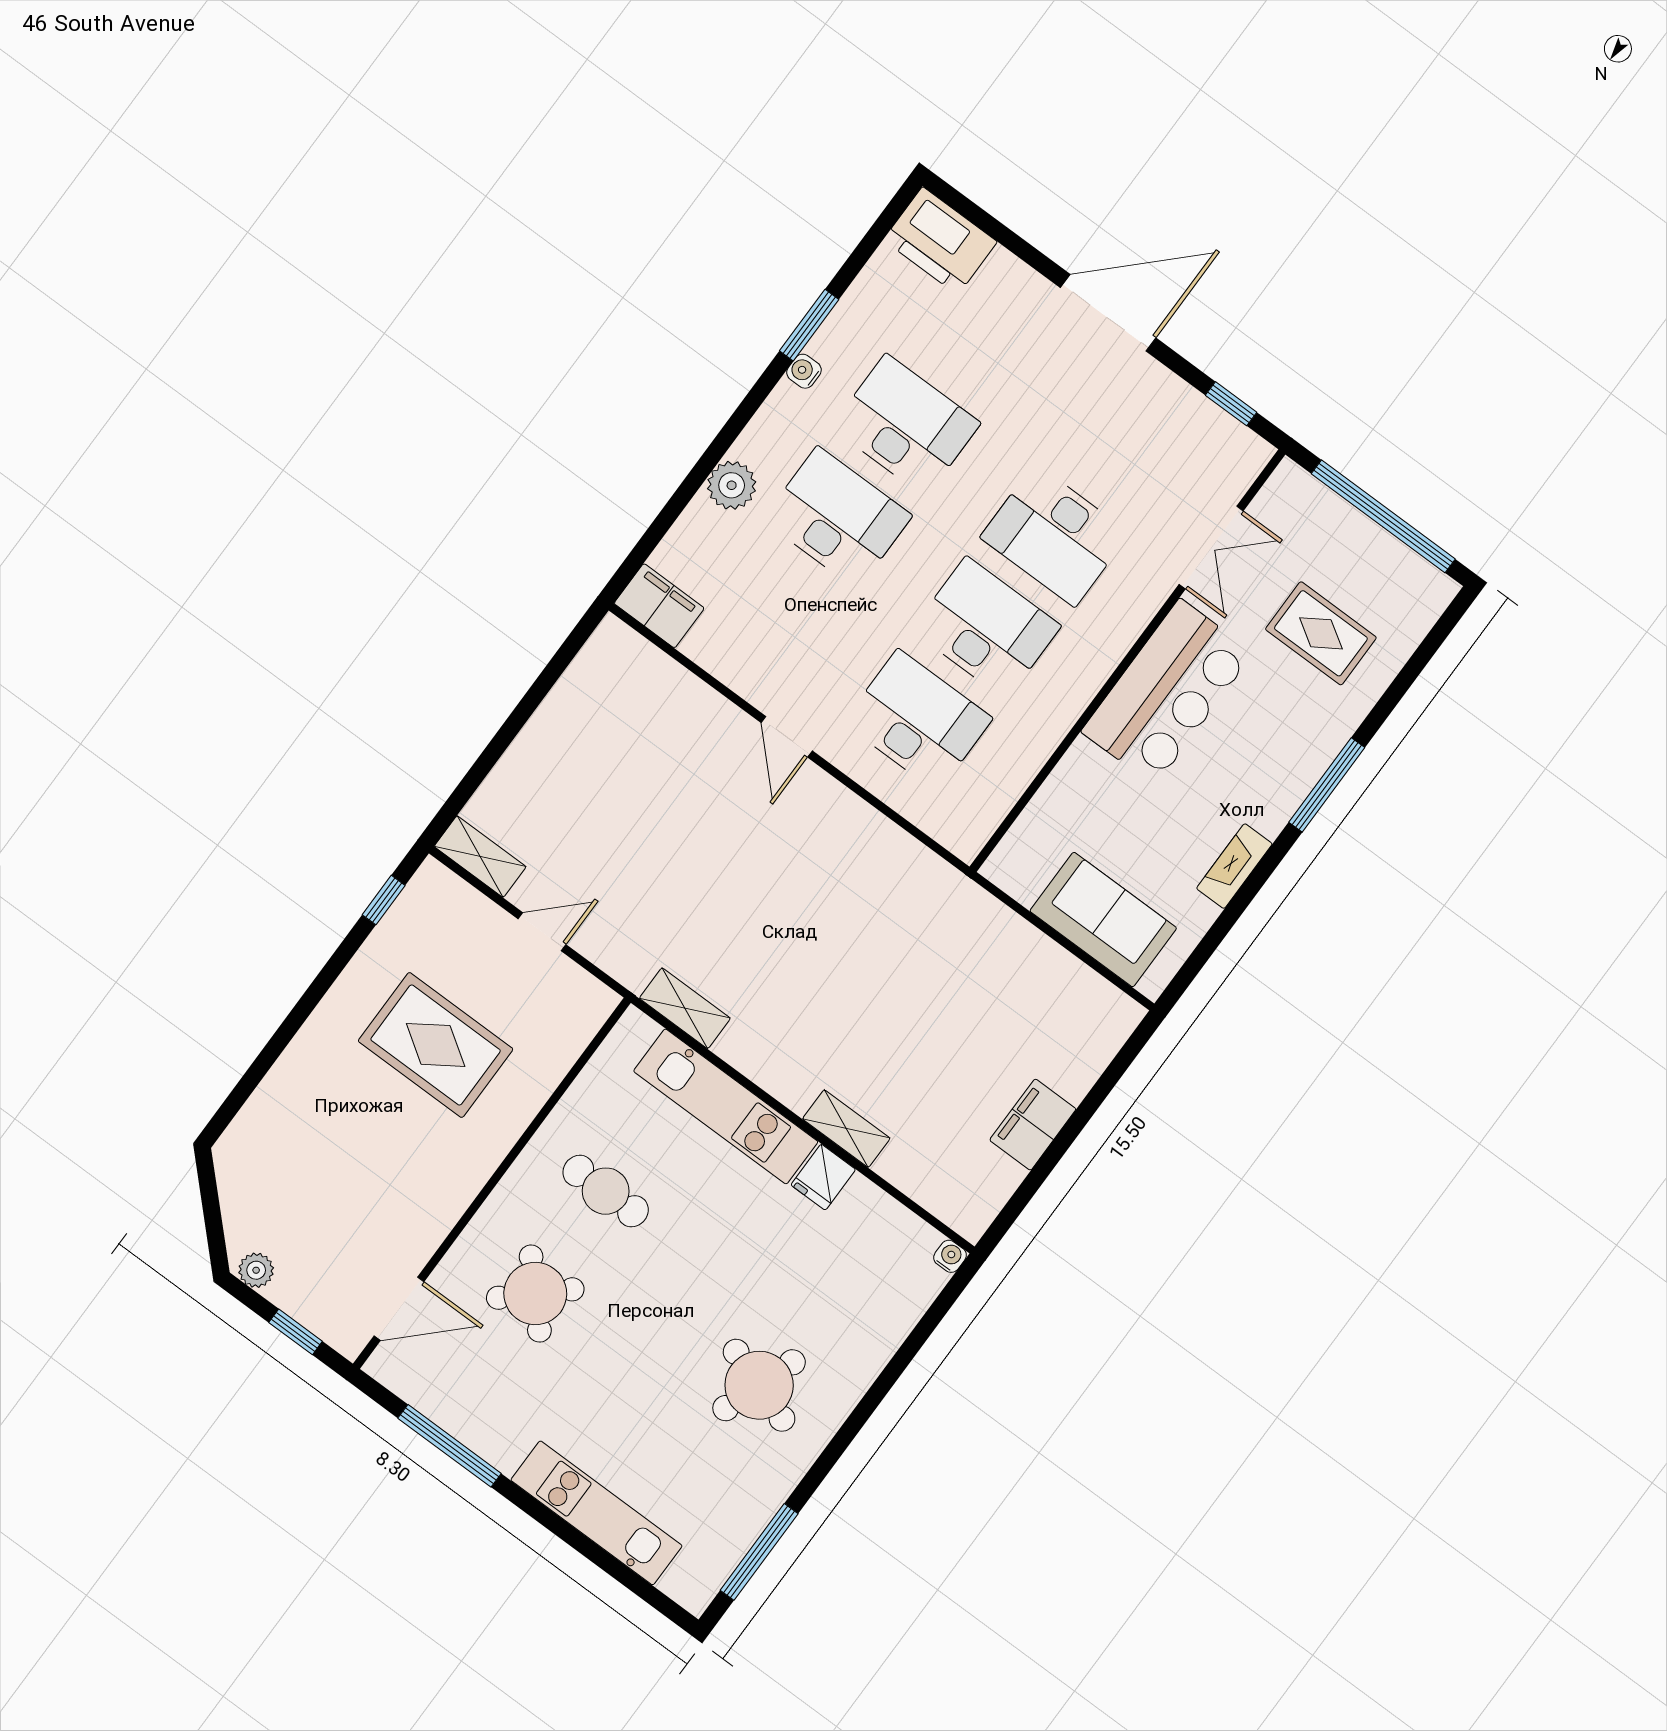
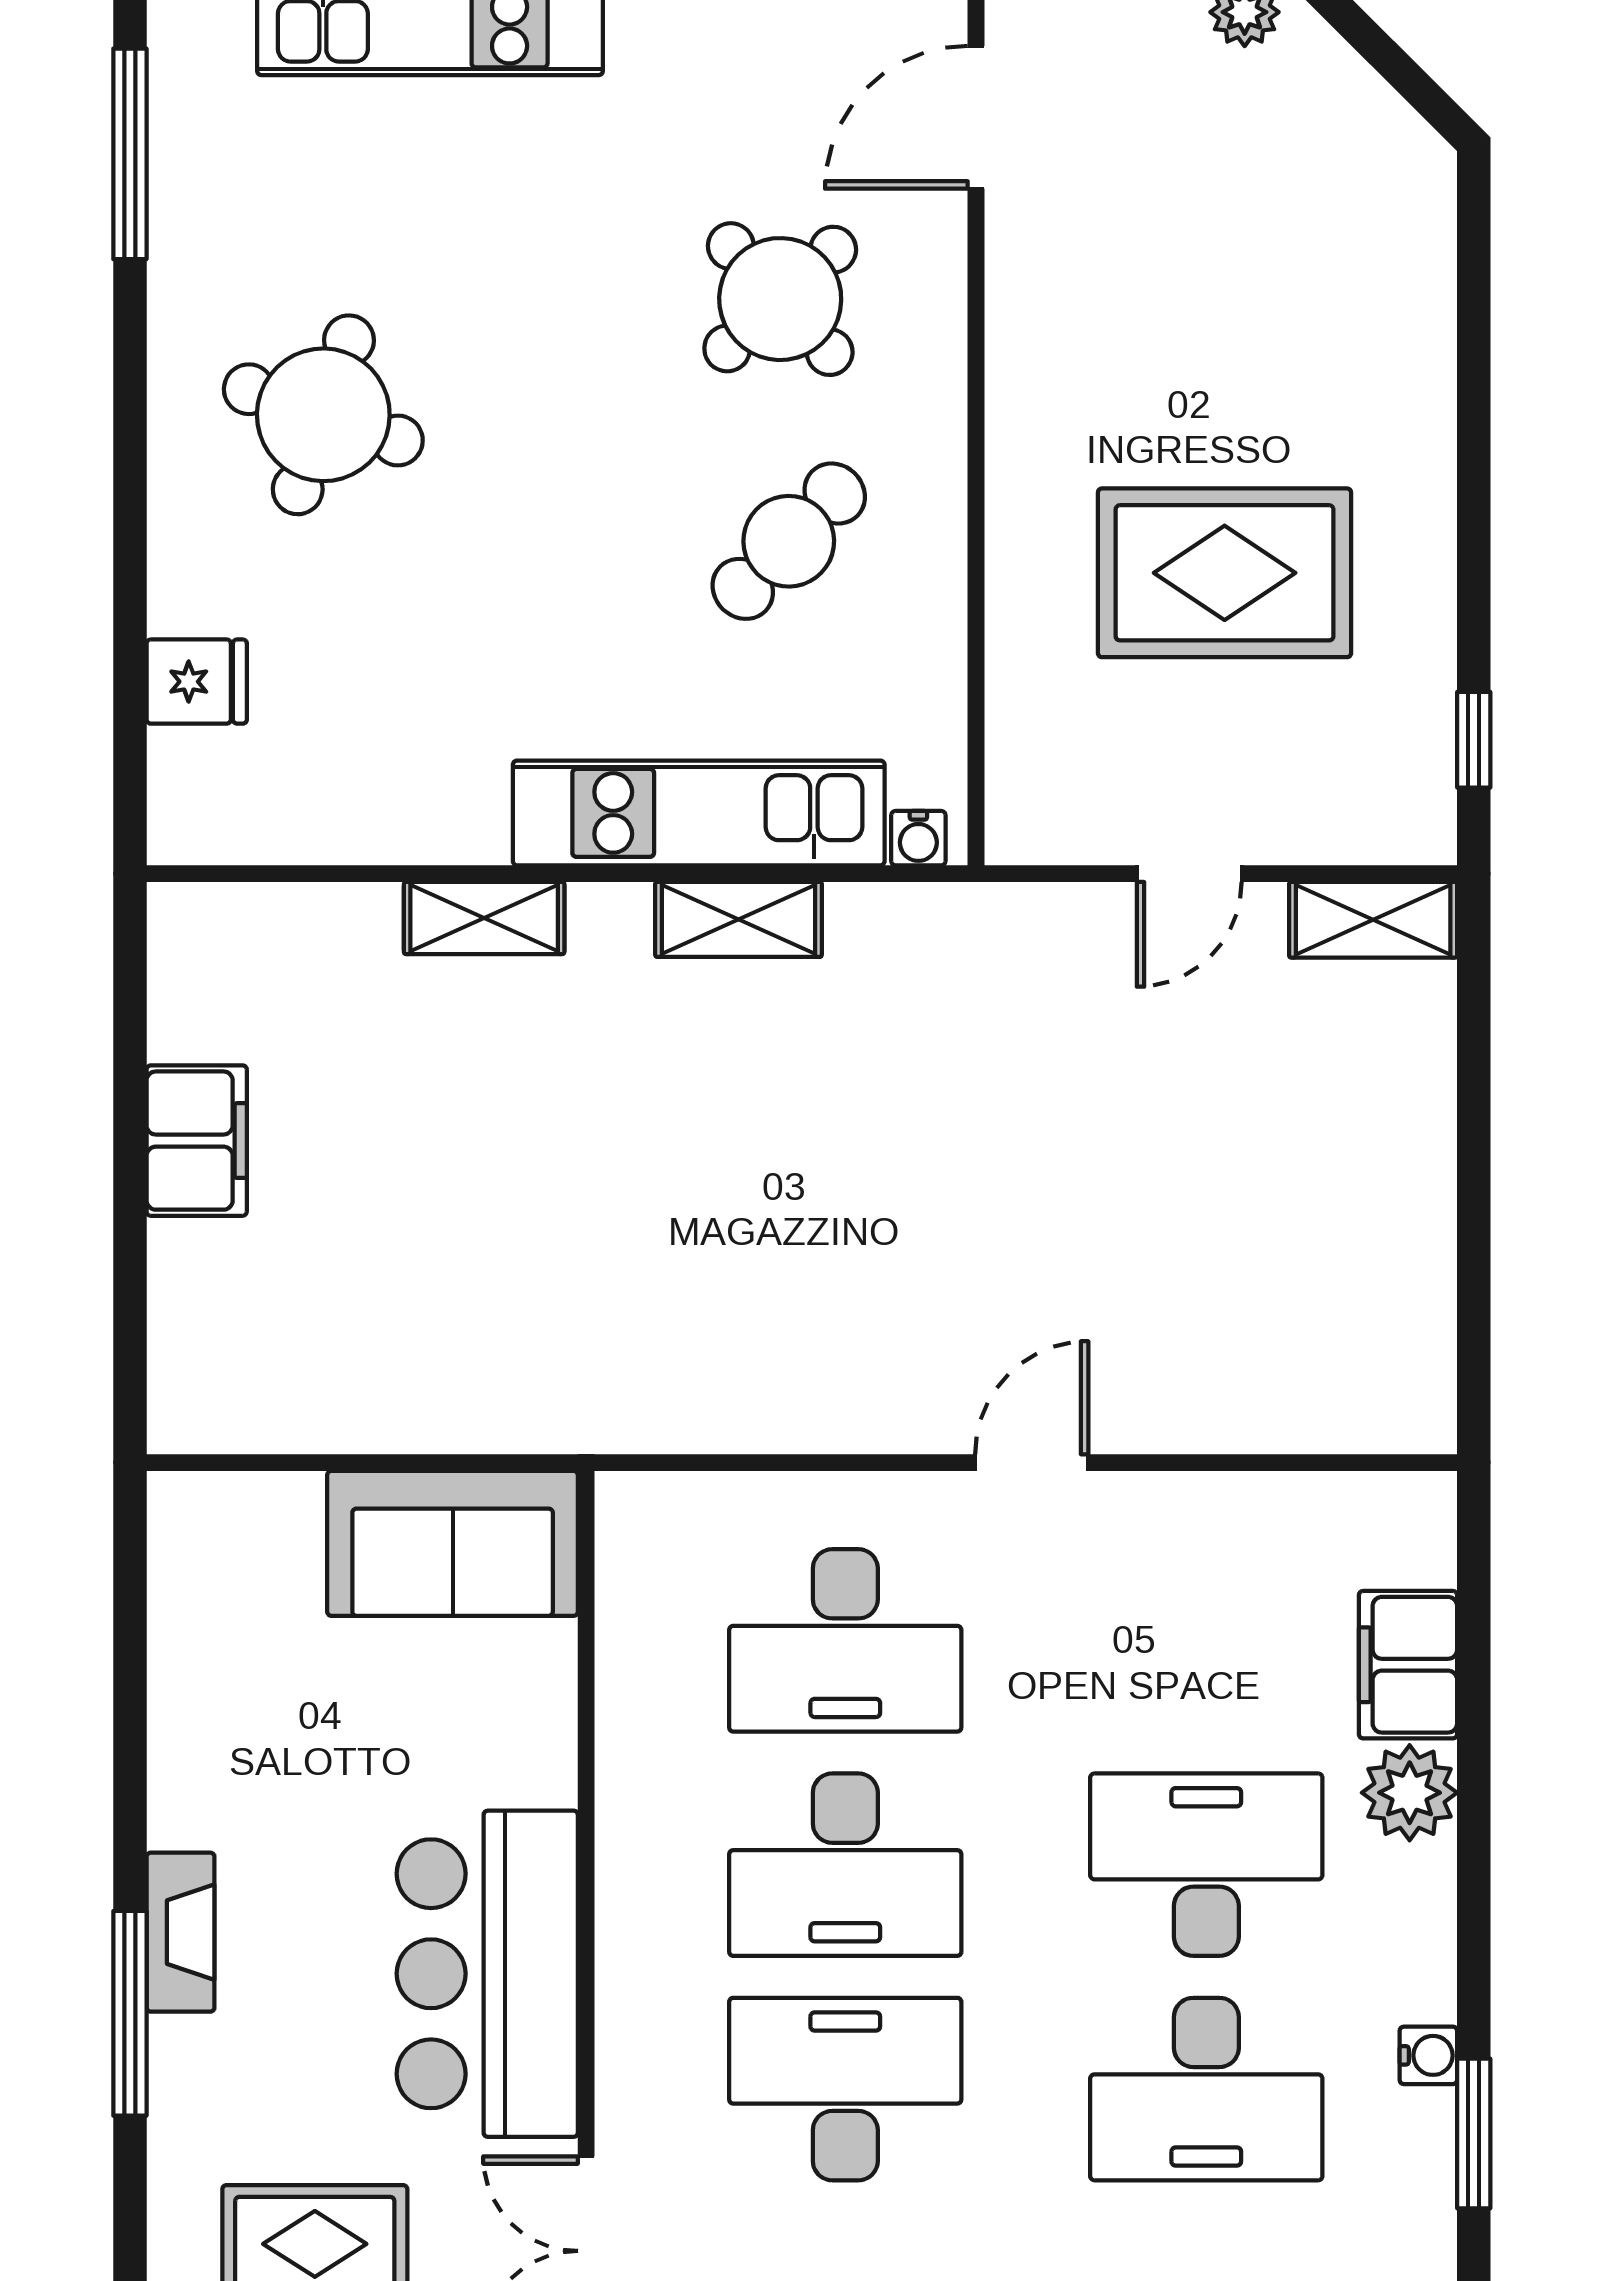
desk: (837, 518) -> (1206, 1865), turned 180
filing cabinet: (659, 606) -> (1408, 1665), moved, turned 90
door: (787, 737) -> (1032, 1463), hinge flipped
fireplace: (1234, 866) -> (181, 1932), moved
sofa: (1103, 920) -> (453, 1543), moved
shelving: (685, 1008) -> (738, 919), moved
fridge: (823, 1177) -> (197, 682), moved, turned 90
cafe table: (606, 1191) -> (789, 541), turned -46
water cooler: (950, 1256) -> (918, 838), moved

